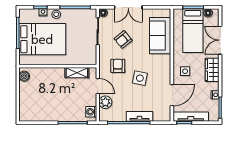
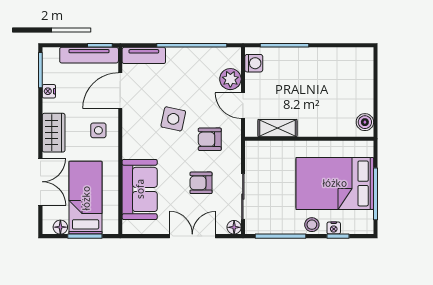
armchair: (123, 40) -> (201, 183), turned -141
armchair: (118, 66) -> (210, 139), turned 90
tv unit: (140, 116) -> (144, 55), moved

